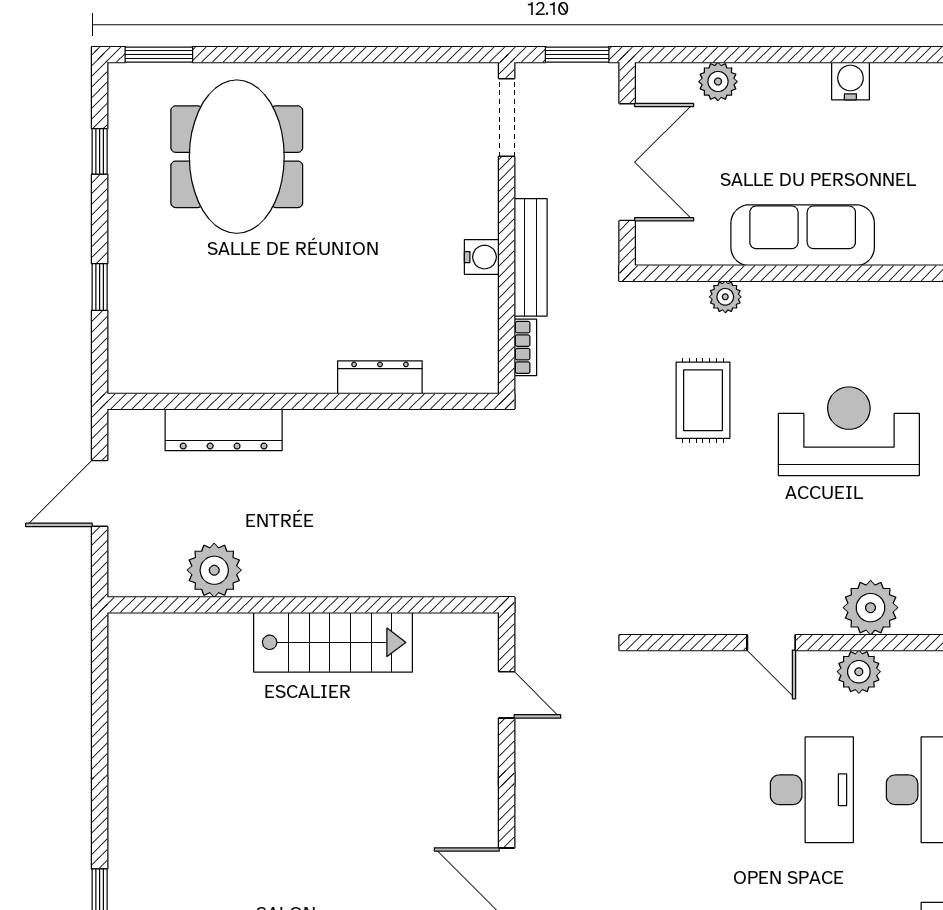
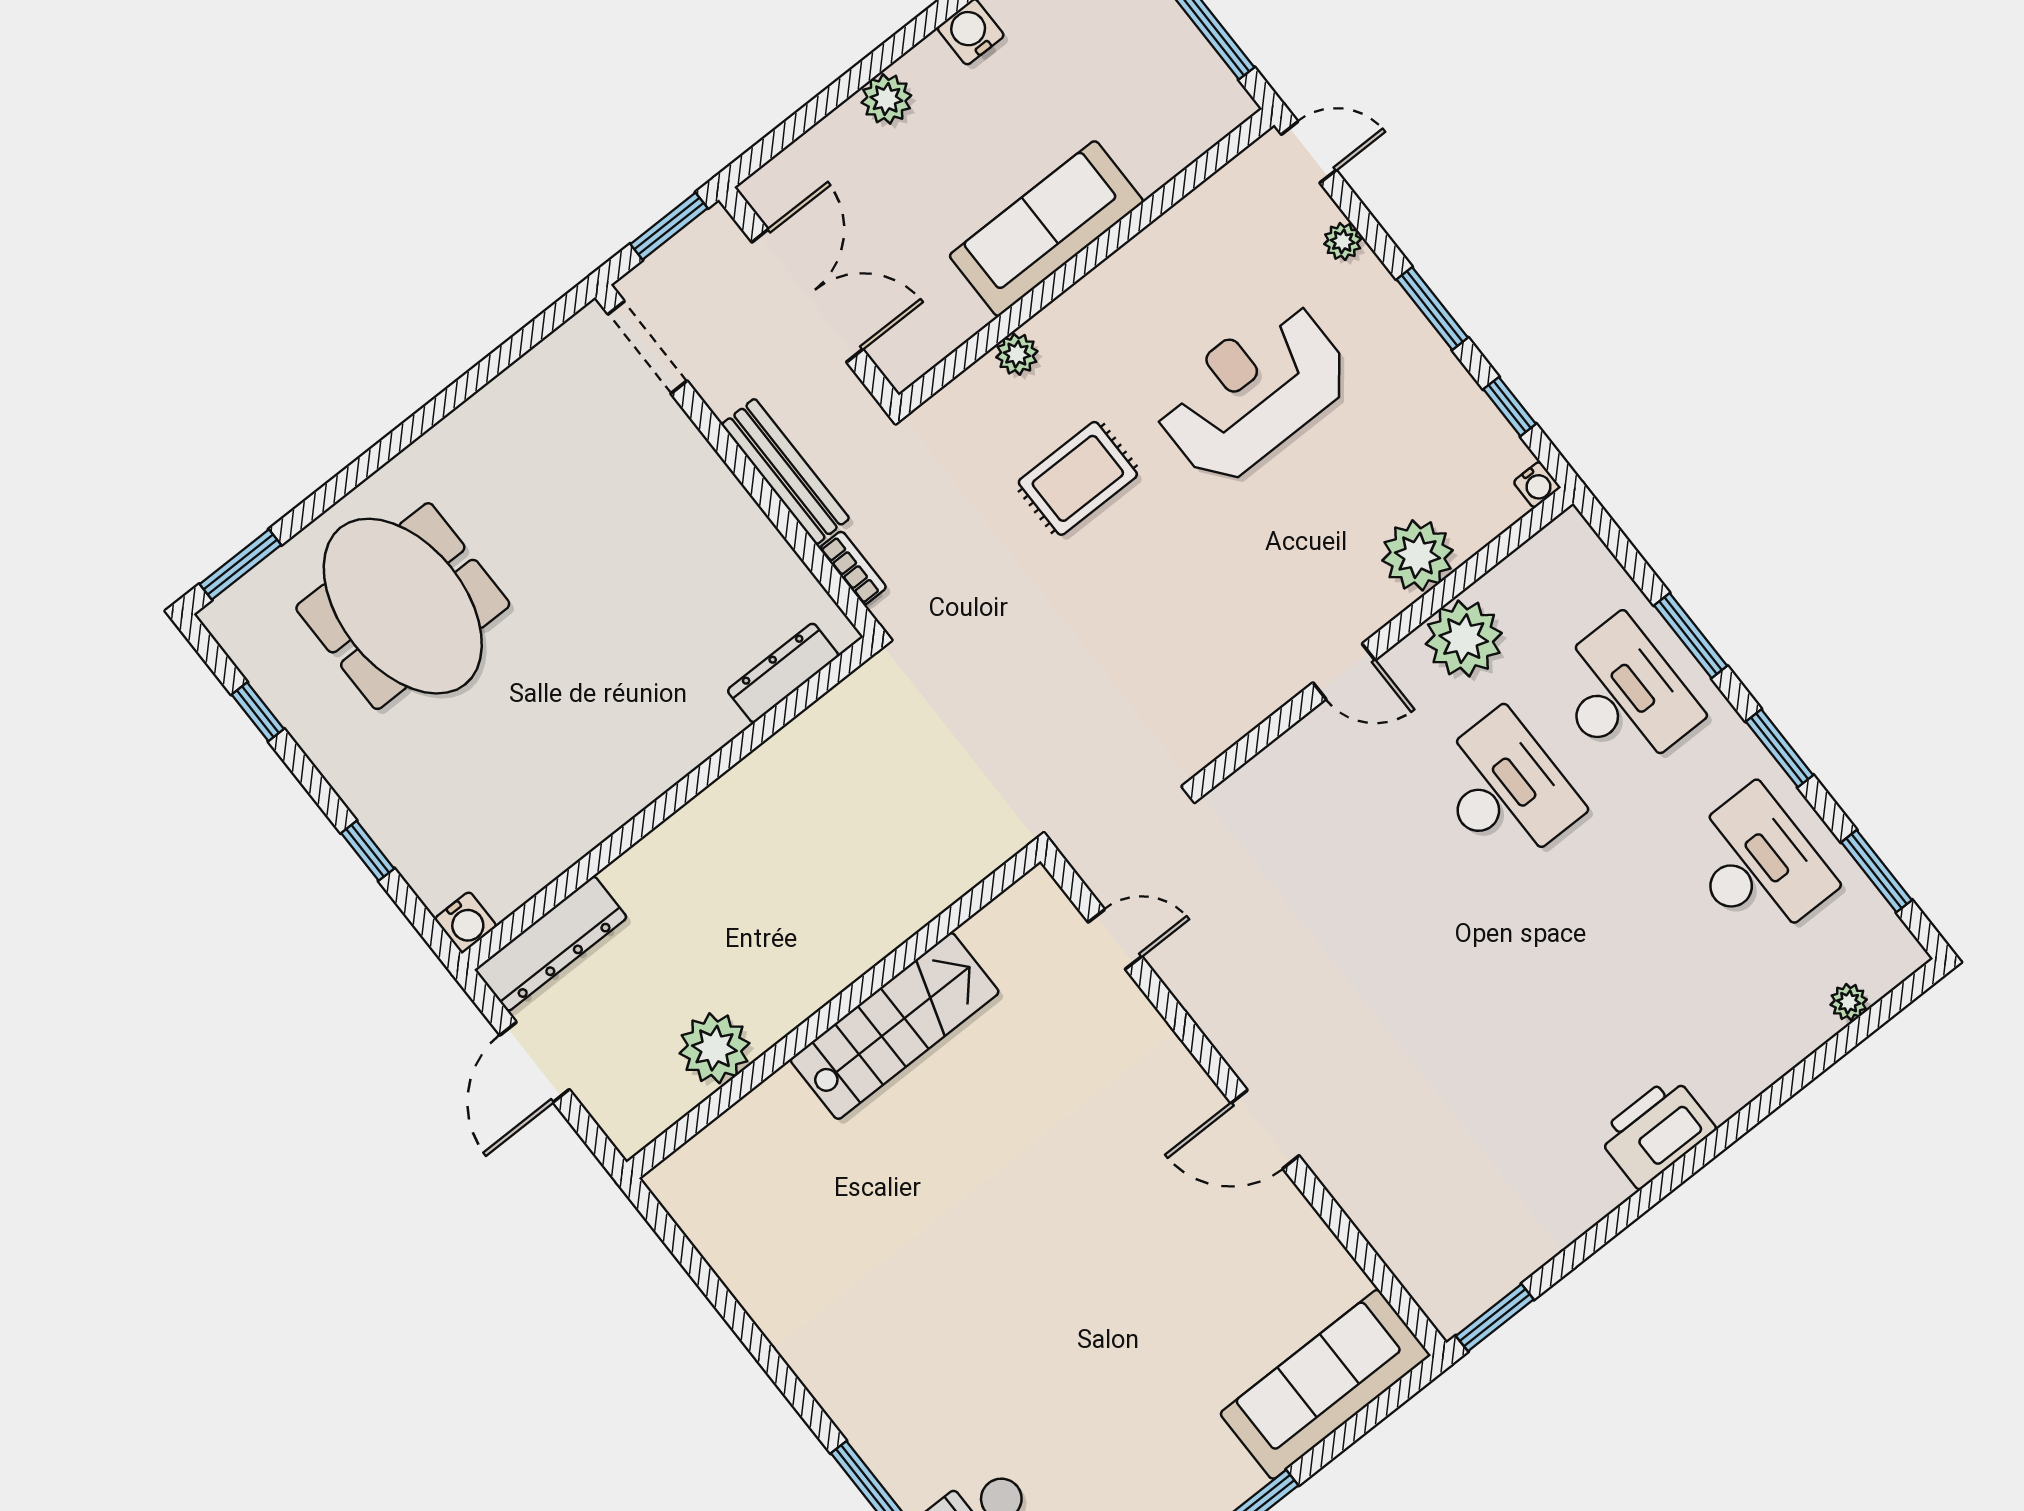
plant: (718, 82) -> (886, 99), moved
water cooler: (482, 257) -> (466, 922), moved, turned 90
dresser: (380, 377) -> (783, 673), moved
rug: (703, 400) -> (1078, 478), turned 90
dresser: (224, 430) -> (551, 944), moved
plant: (859, 672) -> (1464, 639), width x1.36, depth x1.36

